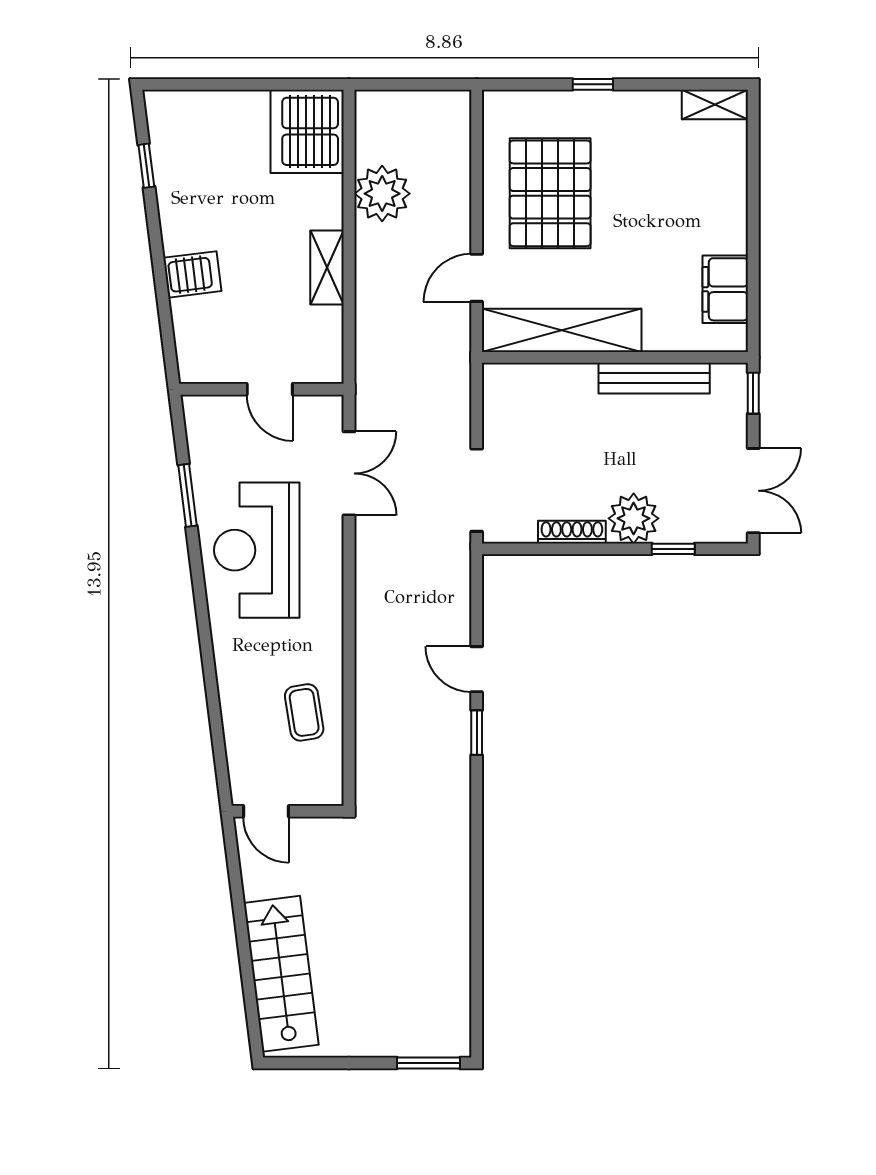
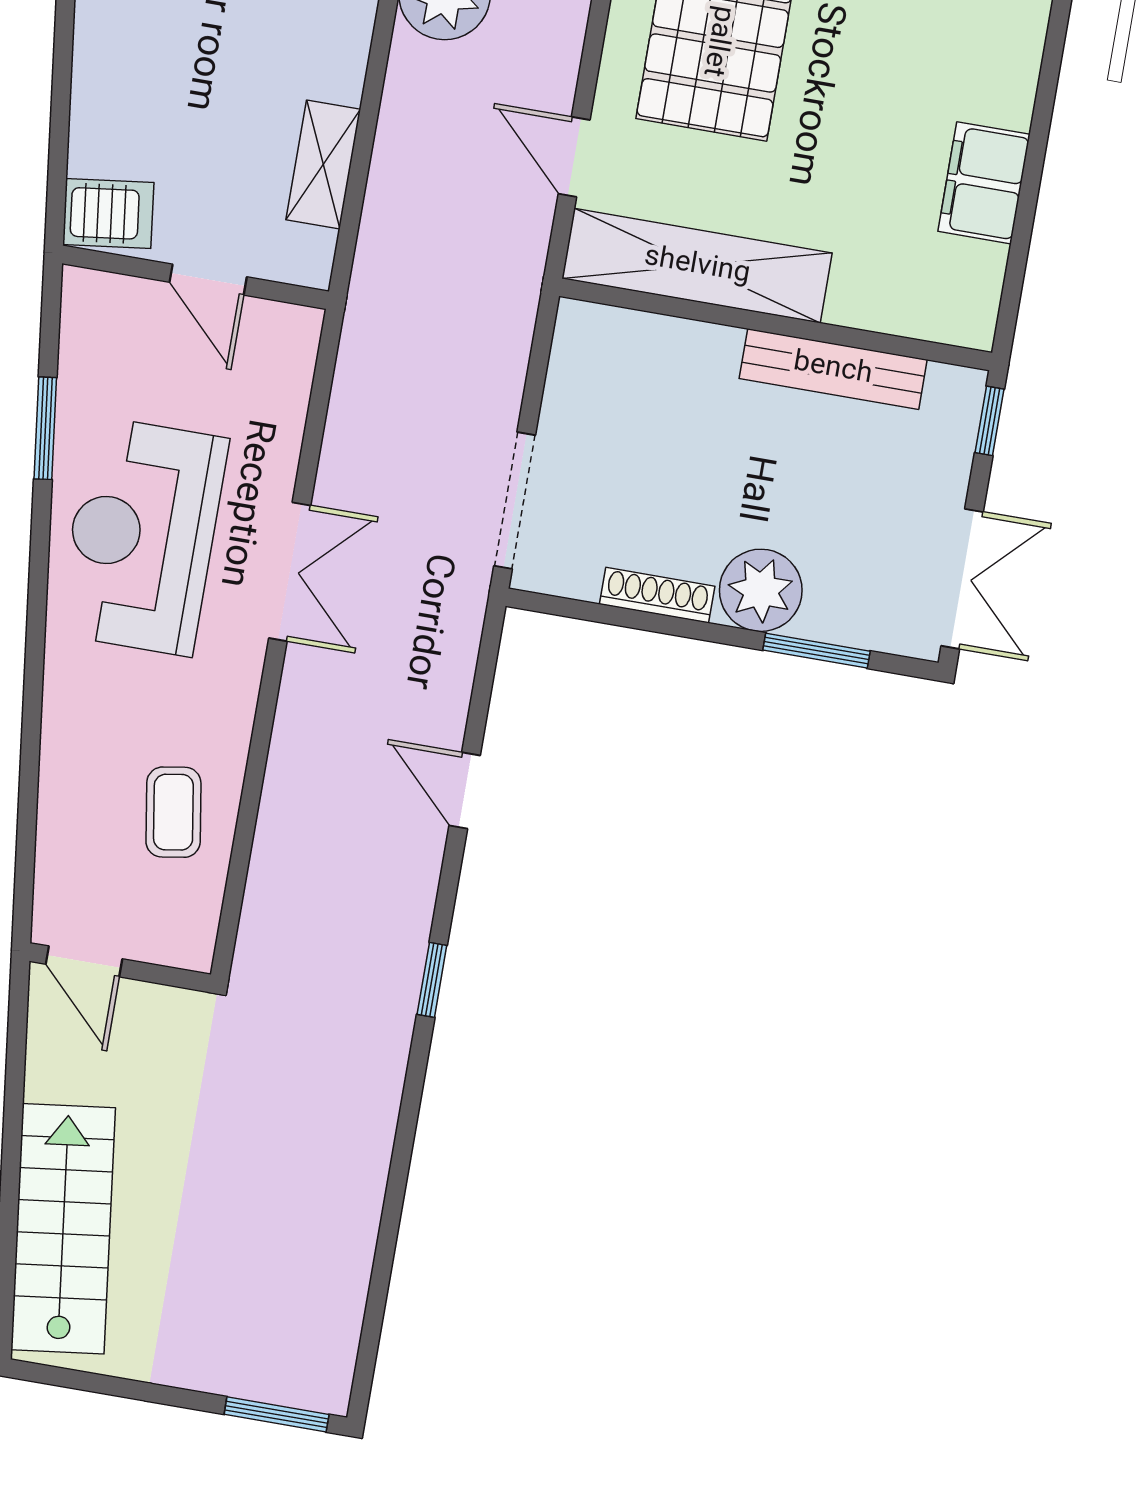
shelving: (327, 268) -> (323, 164), moved
server rack: (192, 274) -> (108, 213), moved
door: (477, 278) -> (574, 157), hinge flipped
filing cabinet: (725, 289) -> (984, 183), moved
double door: (349, 473) -> (290, 572), moved
window: (673, 549) -> (817, 651), width x1.50
window: (477, 733) -> (432, 980), moved

